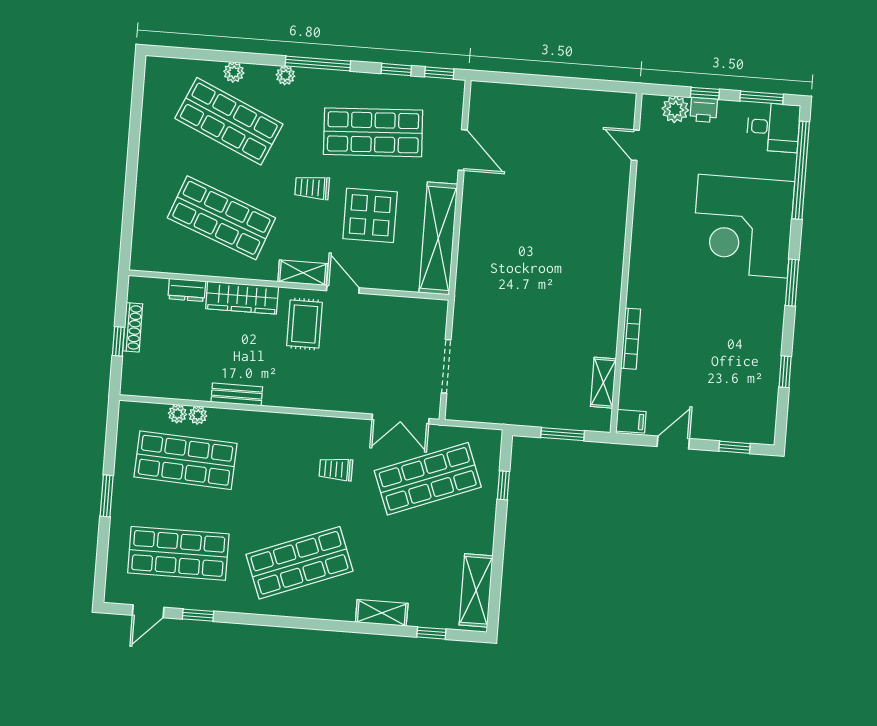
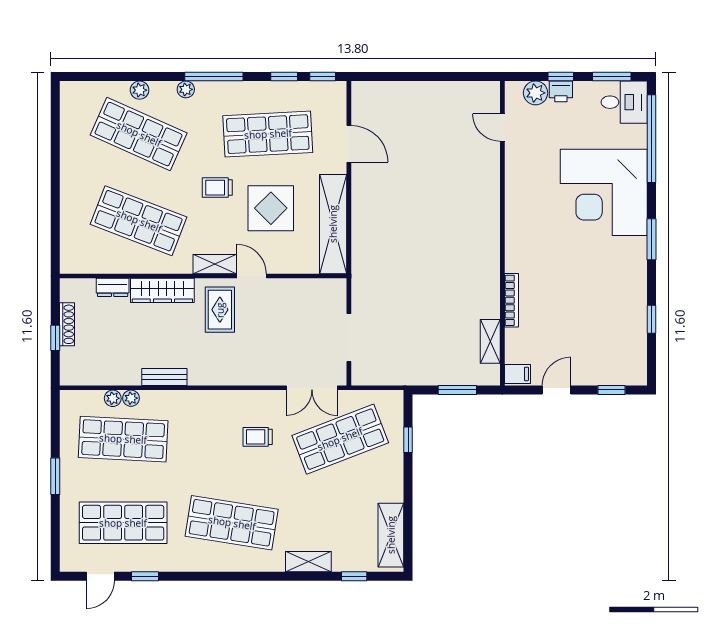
shop shelf: (299, 563) -> (232, 523), turned 30

